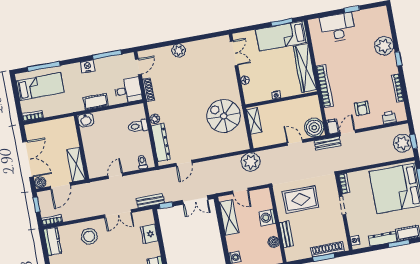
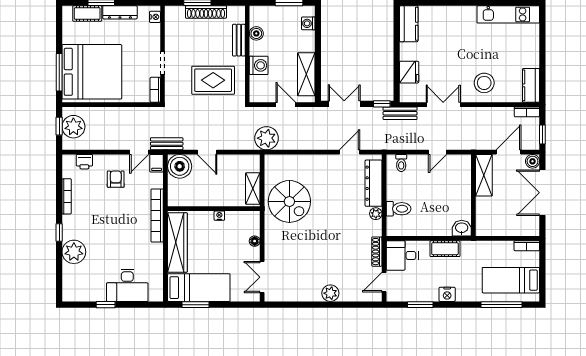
window: (107, 55) -> (420, 305), width x0.69
shoe rack: (327, 249) -> (206, 12), moved

